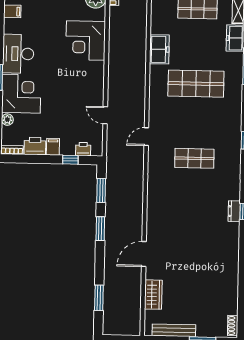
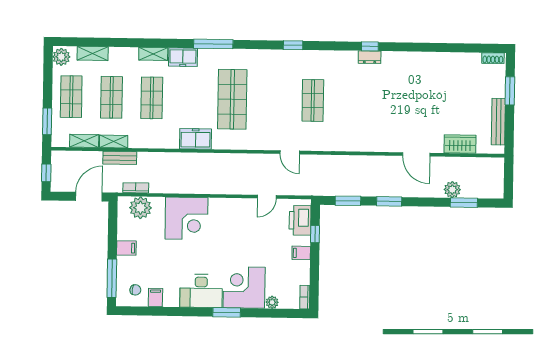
printer: (35, 146) -> (300, 272), removed
printer: (83, 149) -> (300, 220), width x1.87, depth x1.48
plant: (111, 287) -> (452, 190), added

